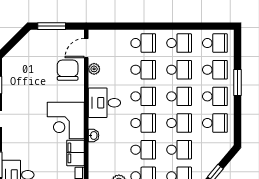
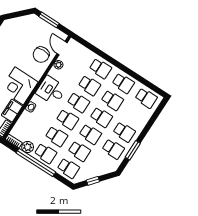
door: (86, 48) -> (62, 48), hinge flipped
chair: (68, 70) -> (41, 55), turned 180
school desk: (215, 70) -> (135, 115), removed
window: (238, 83) -> (133, 150), moved

